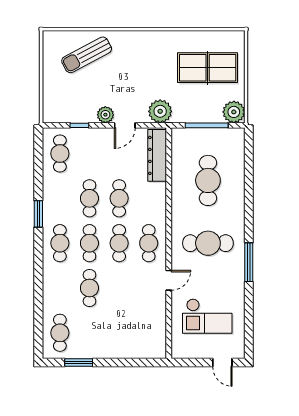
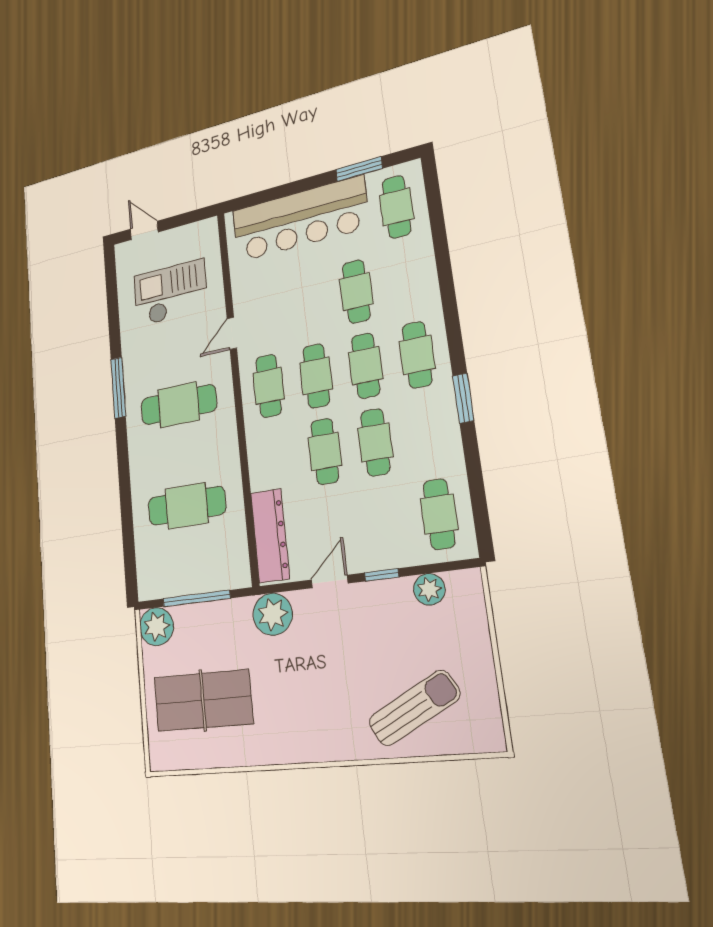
plant: (105, 115) -> (429, 589), moved
window: (79, 125) -> (382, 575), moved
cafe table: (208, 180) -> (187, 506), turned 90
bar counter: (118, 341) -> (300, 219), added

